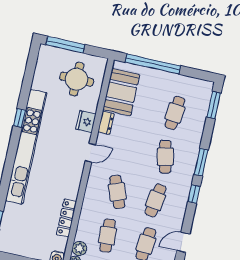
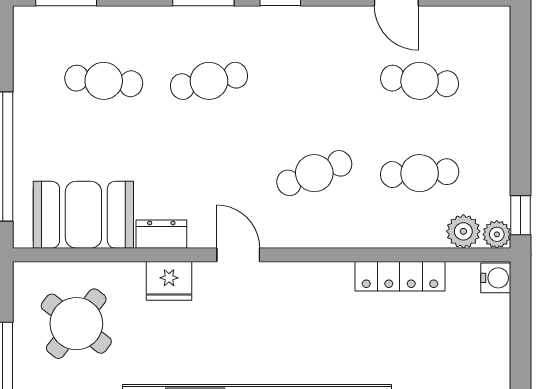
round table: (77, 79) -> (76, 324), turned 38
cafe table: (156, 200) -> (314, 81), removed

